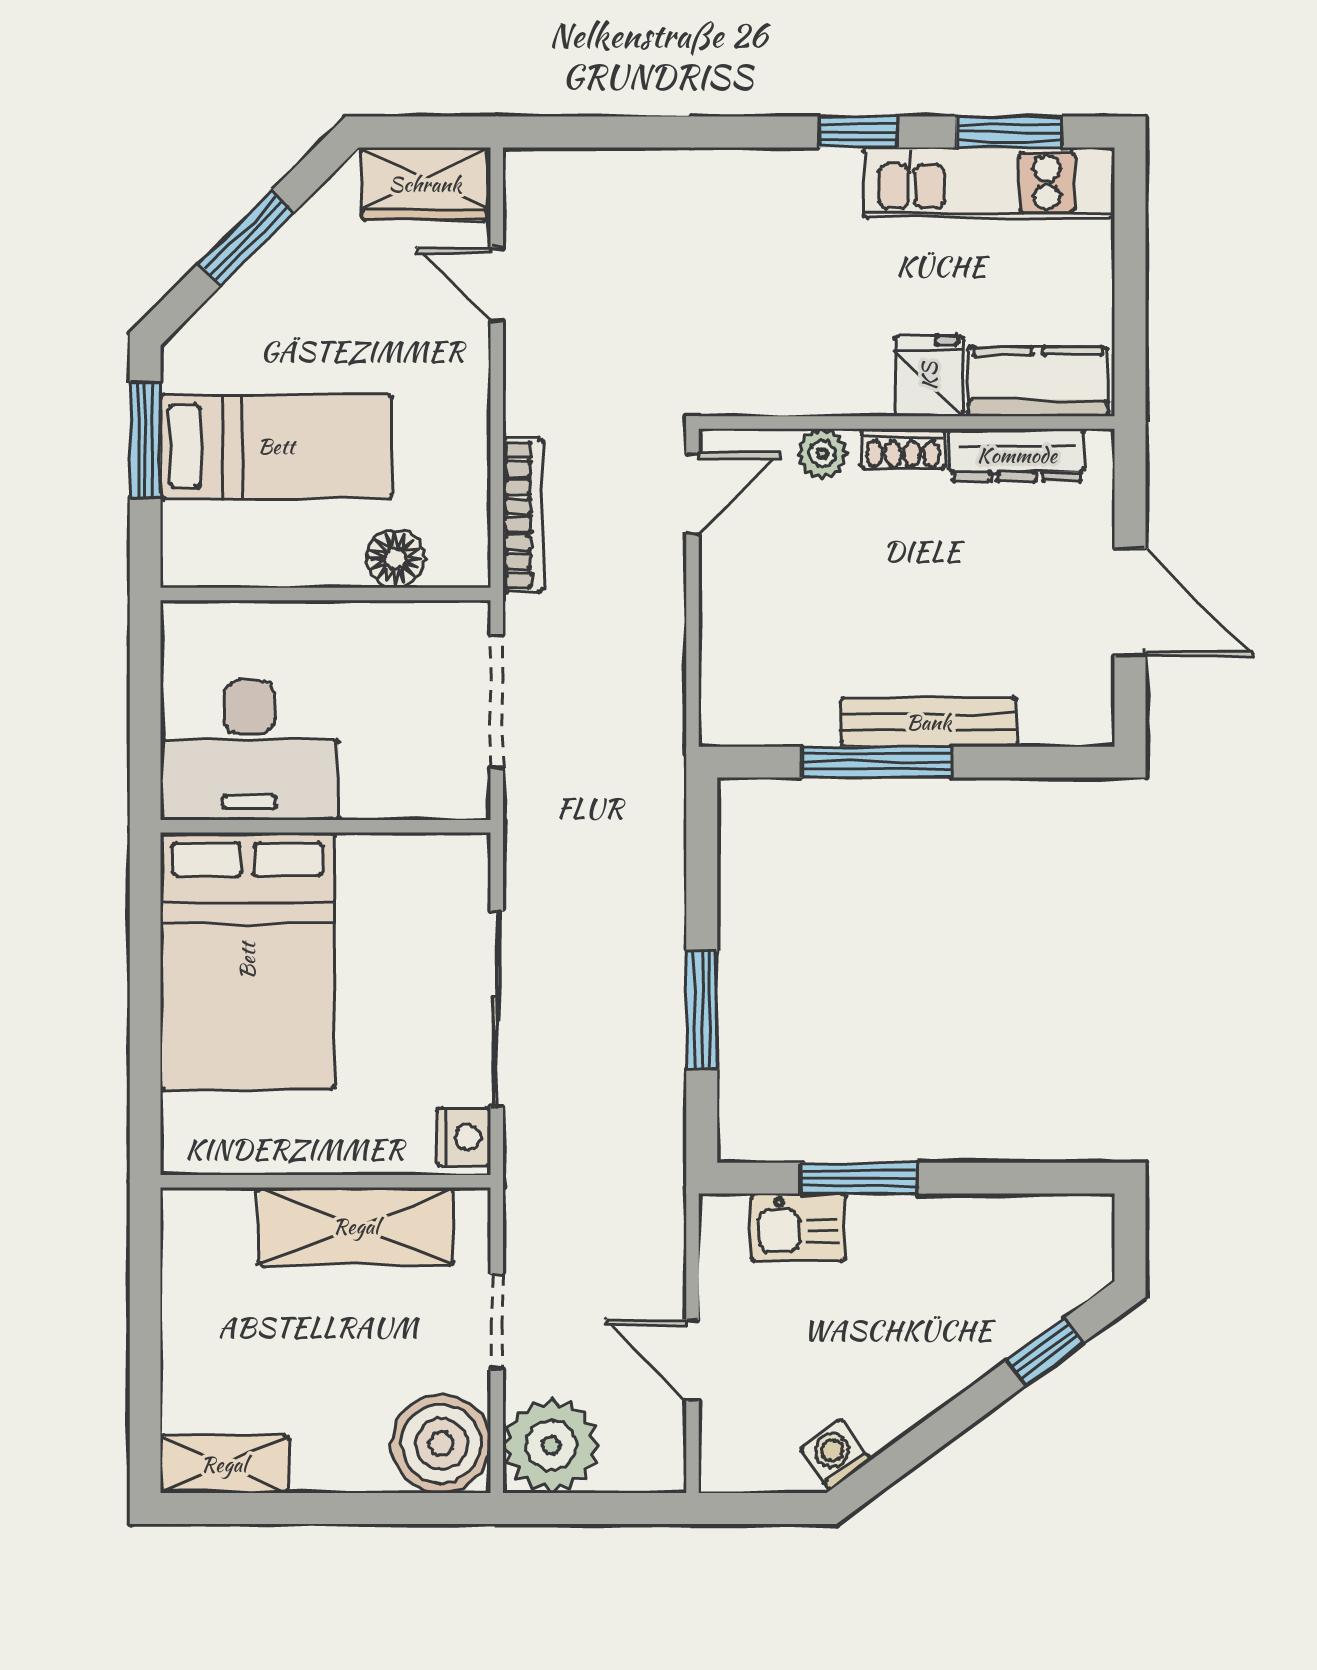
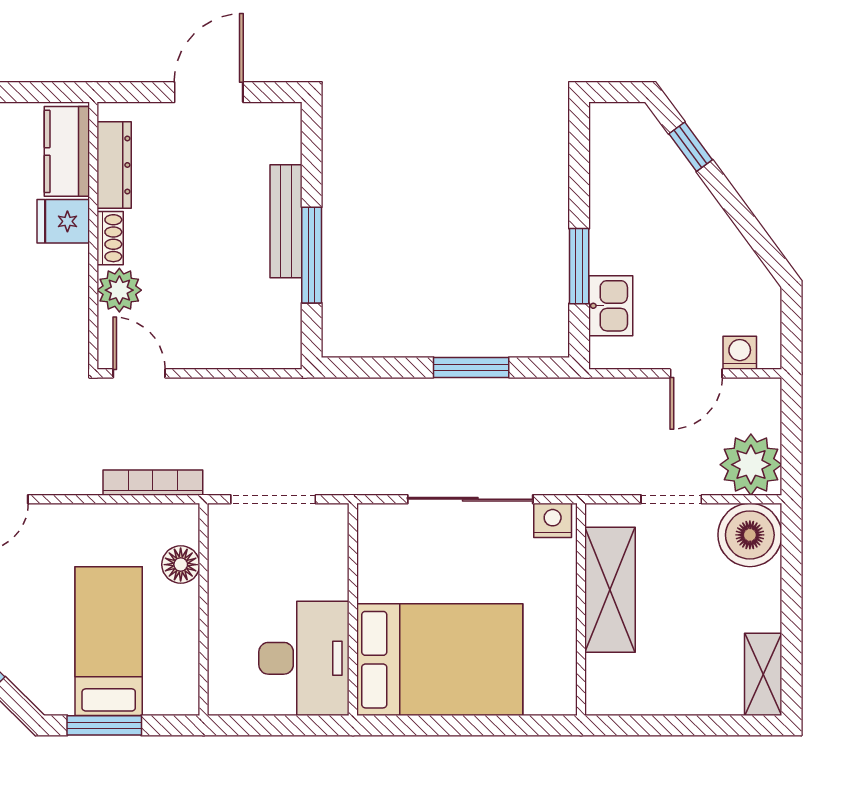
plant: (822, 454) -> (119, 290), width x1.38, depth x1.38
washing machine: (835, 1455) -> (740, 353), moved, turned 126

